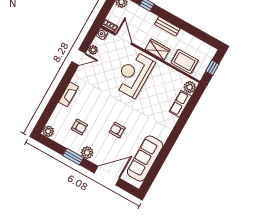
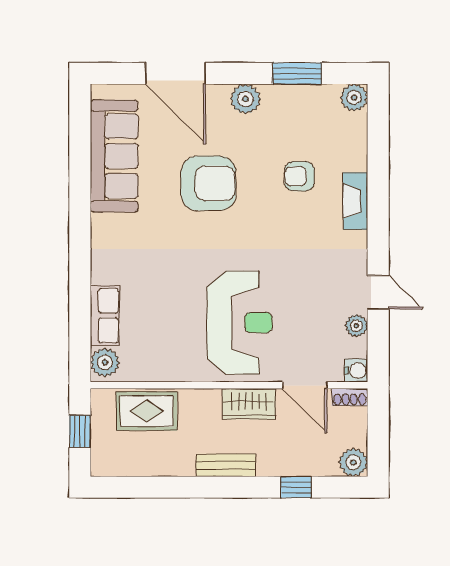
wardrobe: (157, 50) -> (249, 404), moved
door: (79, 57) -> (378, 292), swing flipped
armchair: (79, 127) -> (299, 176), moved
armchair: (117, 130) -> (209, 183), width x1.88, depth x1.88
window: (73, 157) -> (297, 73), moved
door: (107, 176) -> (175, 73), hinge flipped

